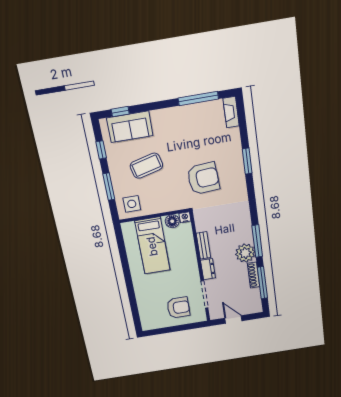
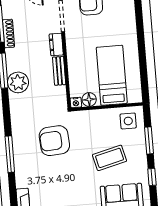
window: (247, 161) -> (10, 154), width x1.44
plant: (245, 253) -> (18, 82), moved

